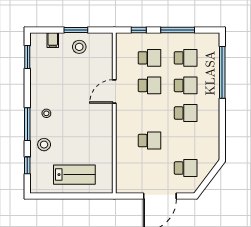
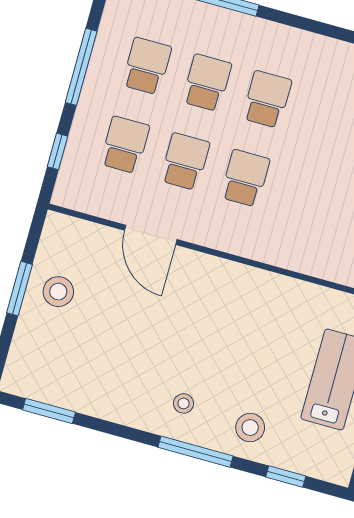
filing cabinet: (53, 40) -> (27, 345), removed
door: (114, 91) -> (151, 235), moved
school desk: (149, 141) -> (245, 178), moved

